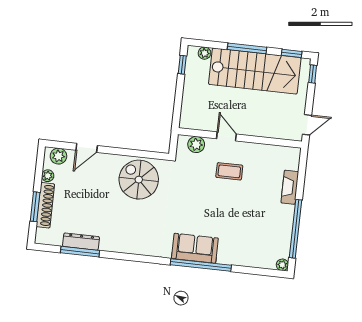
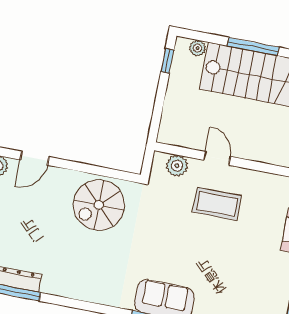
coffee table: (229, 171) -> (217, 204), width x1.36, depth x1.30
spiral stairs: (139, 180) -> (99, 205), turned -90

